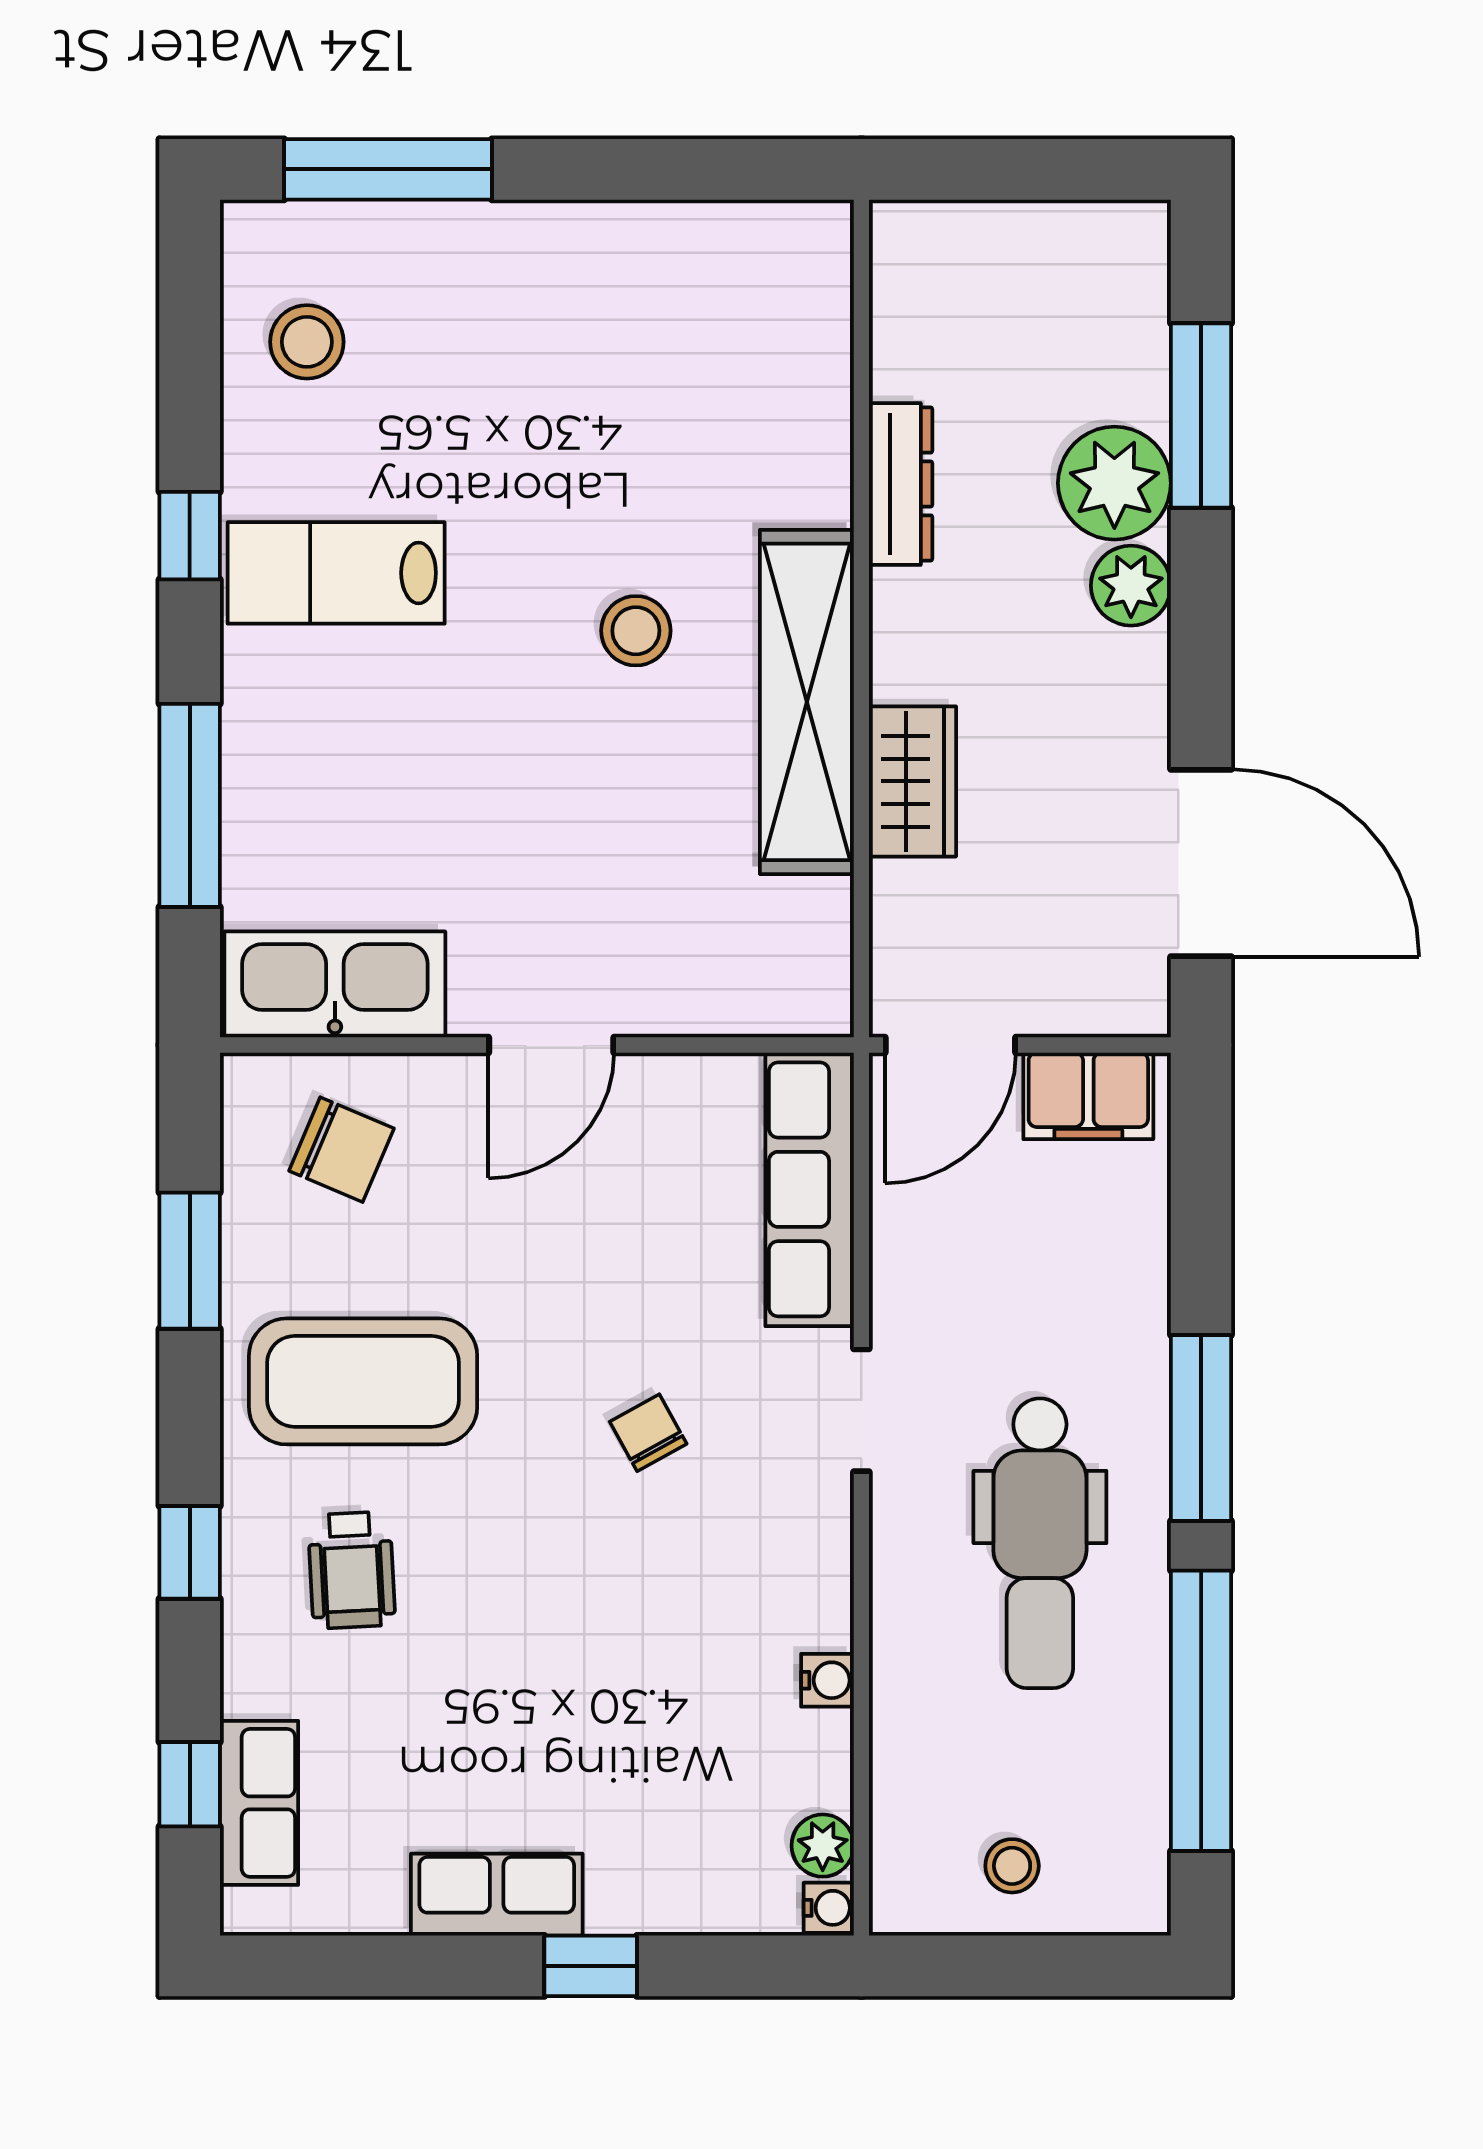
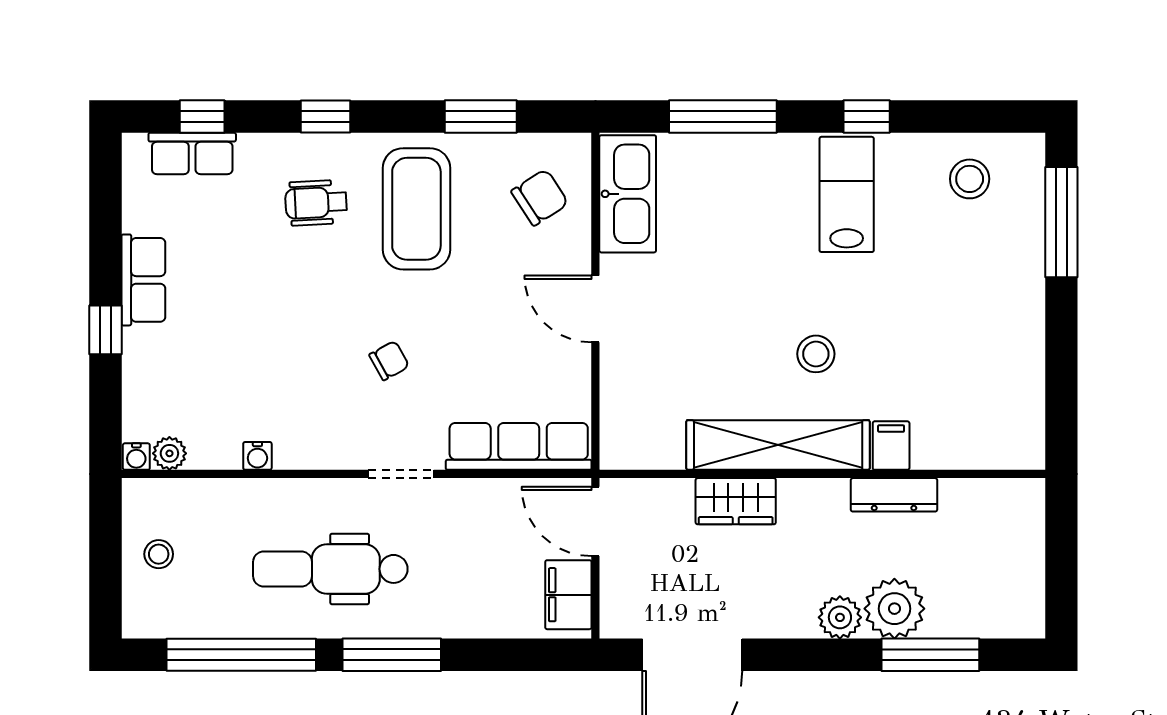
filing cabinet: (808, 489) -> (891, 446), added
chair: (341, 1150) -> (540, 197), turned -146

